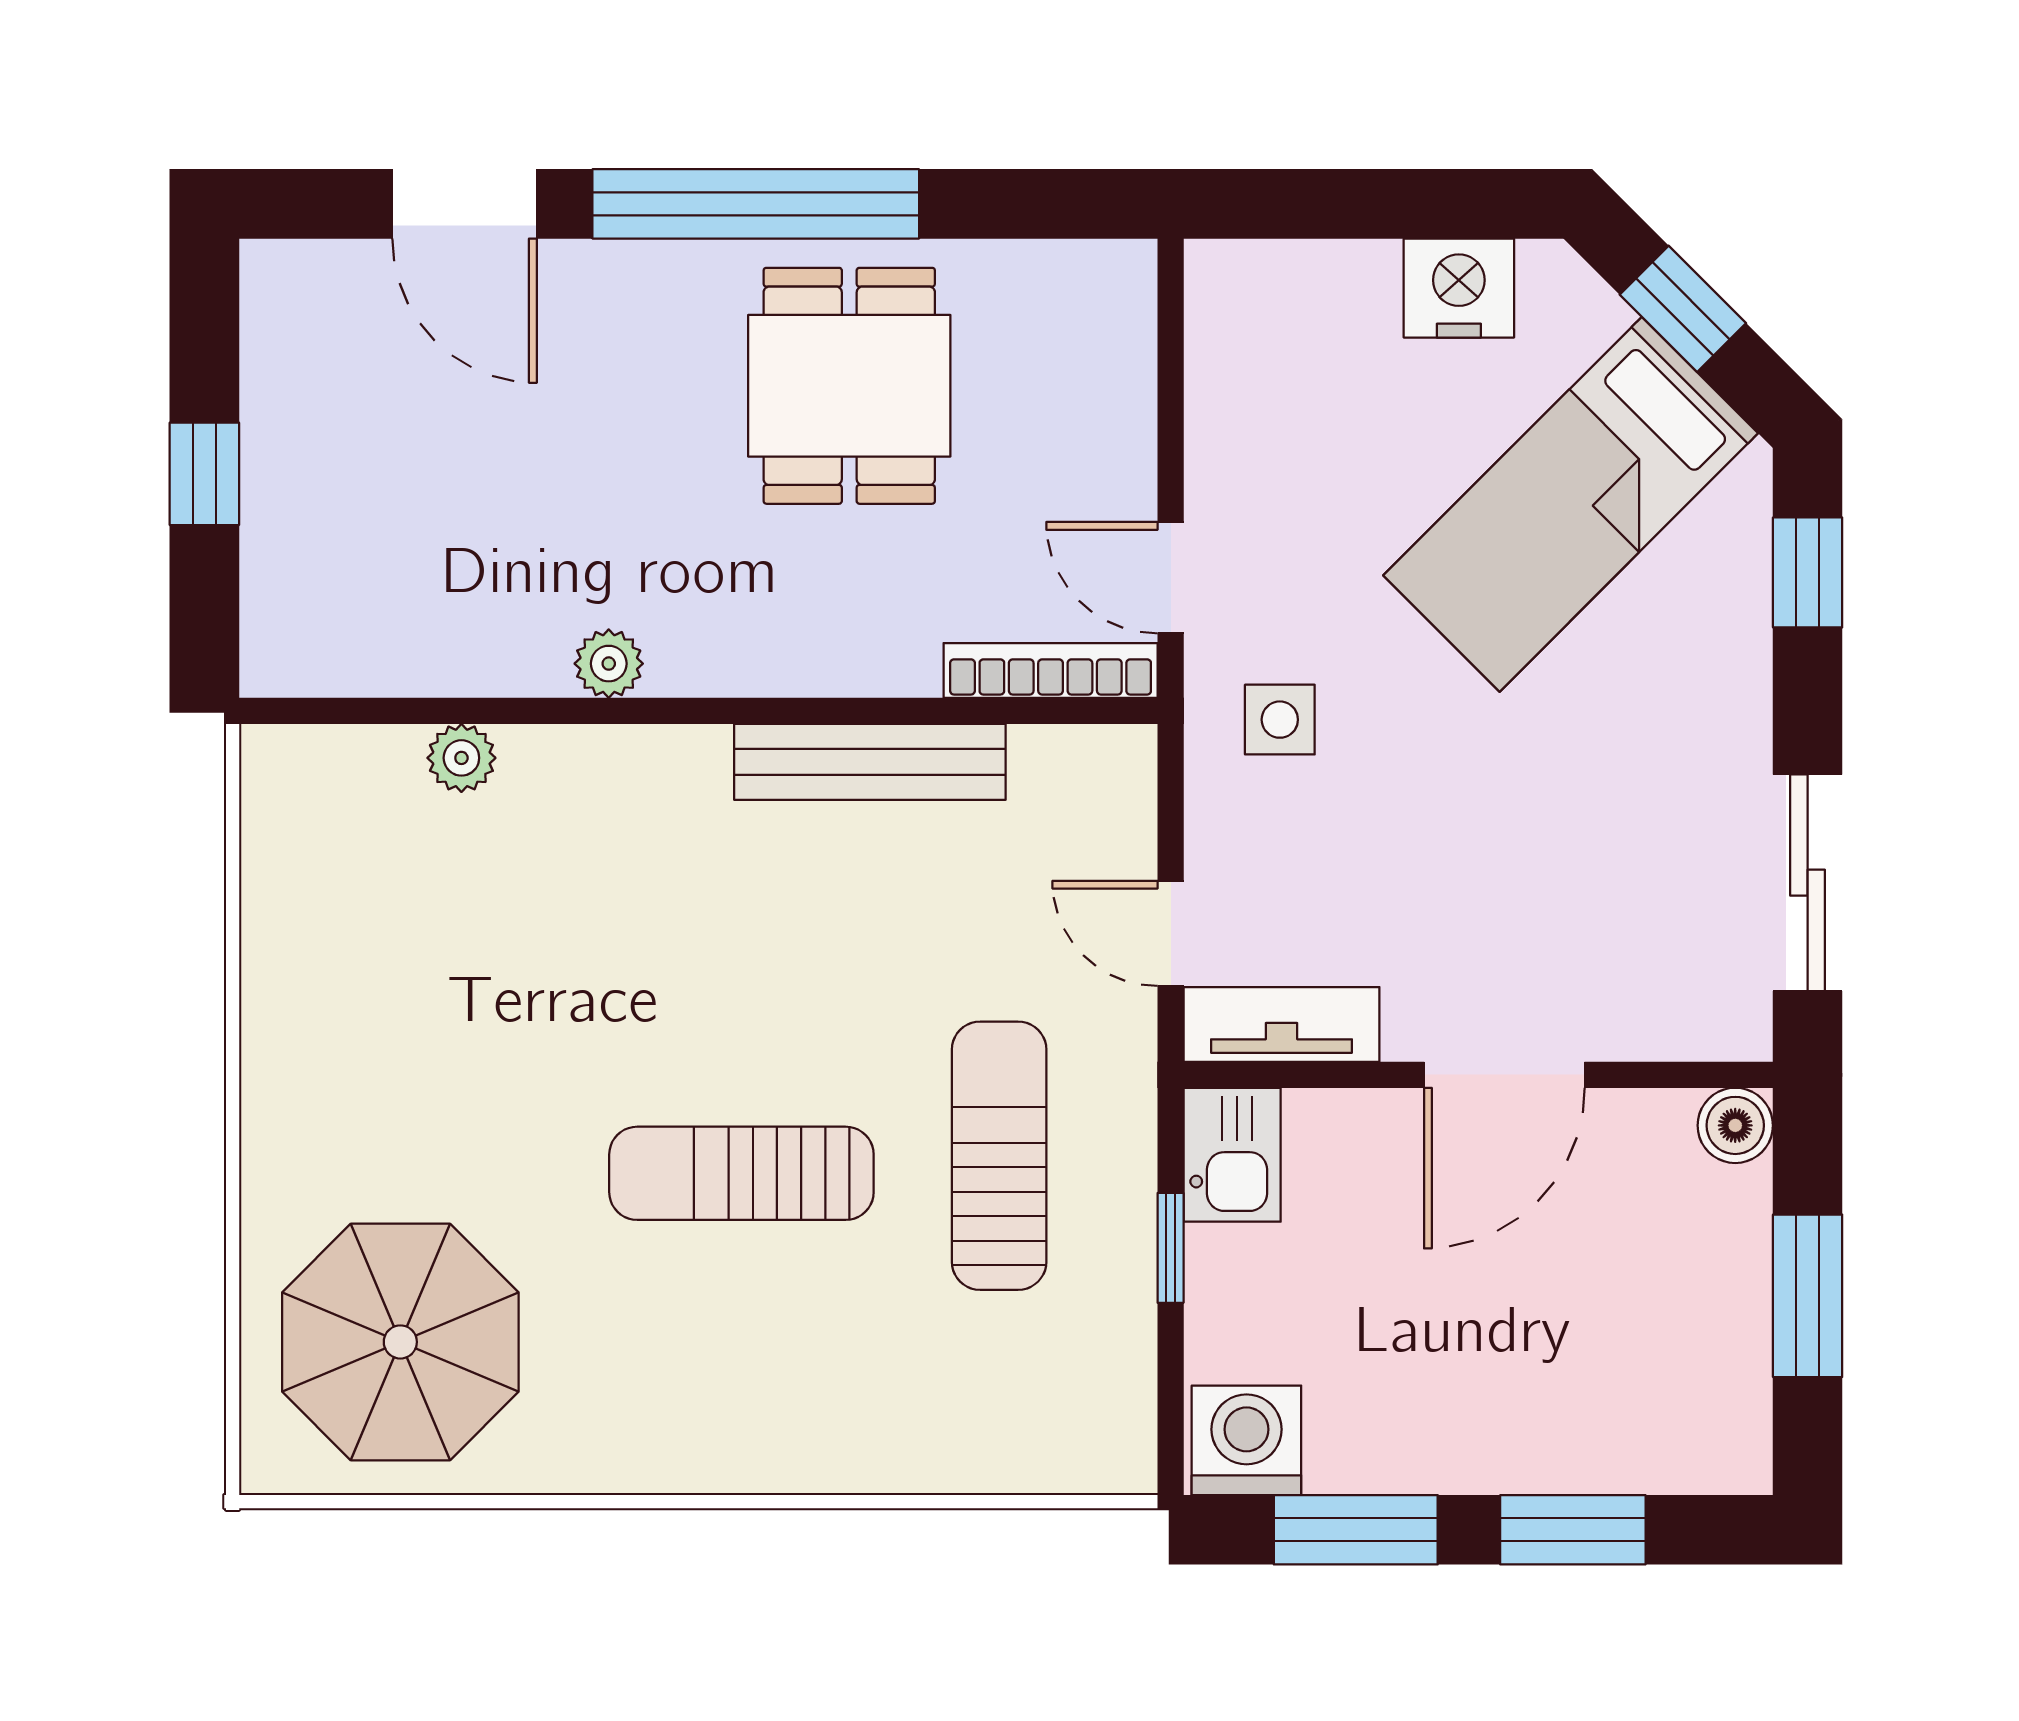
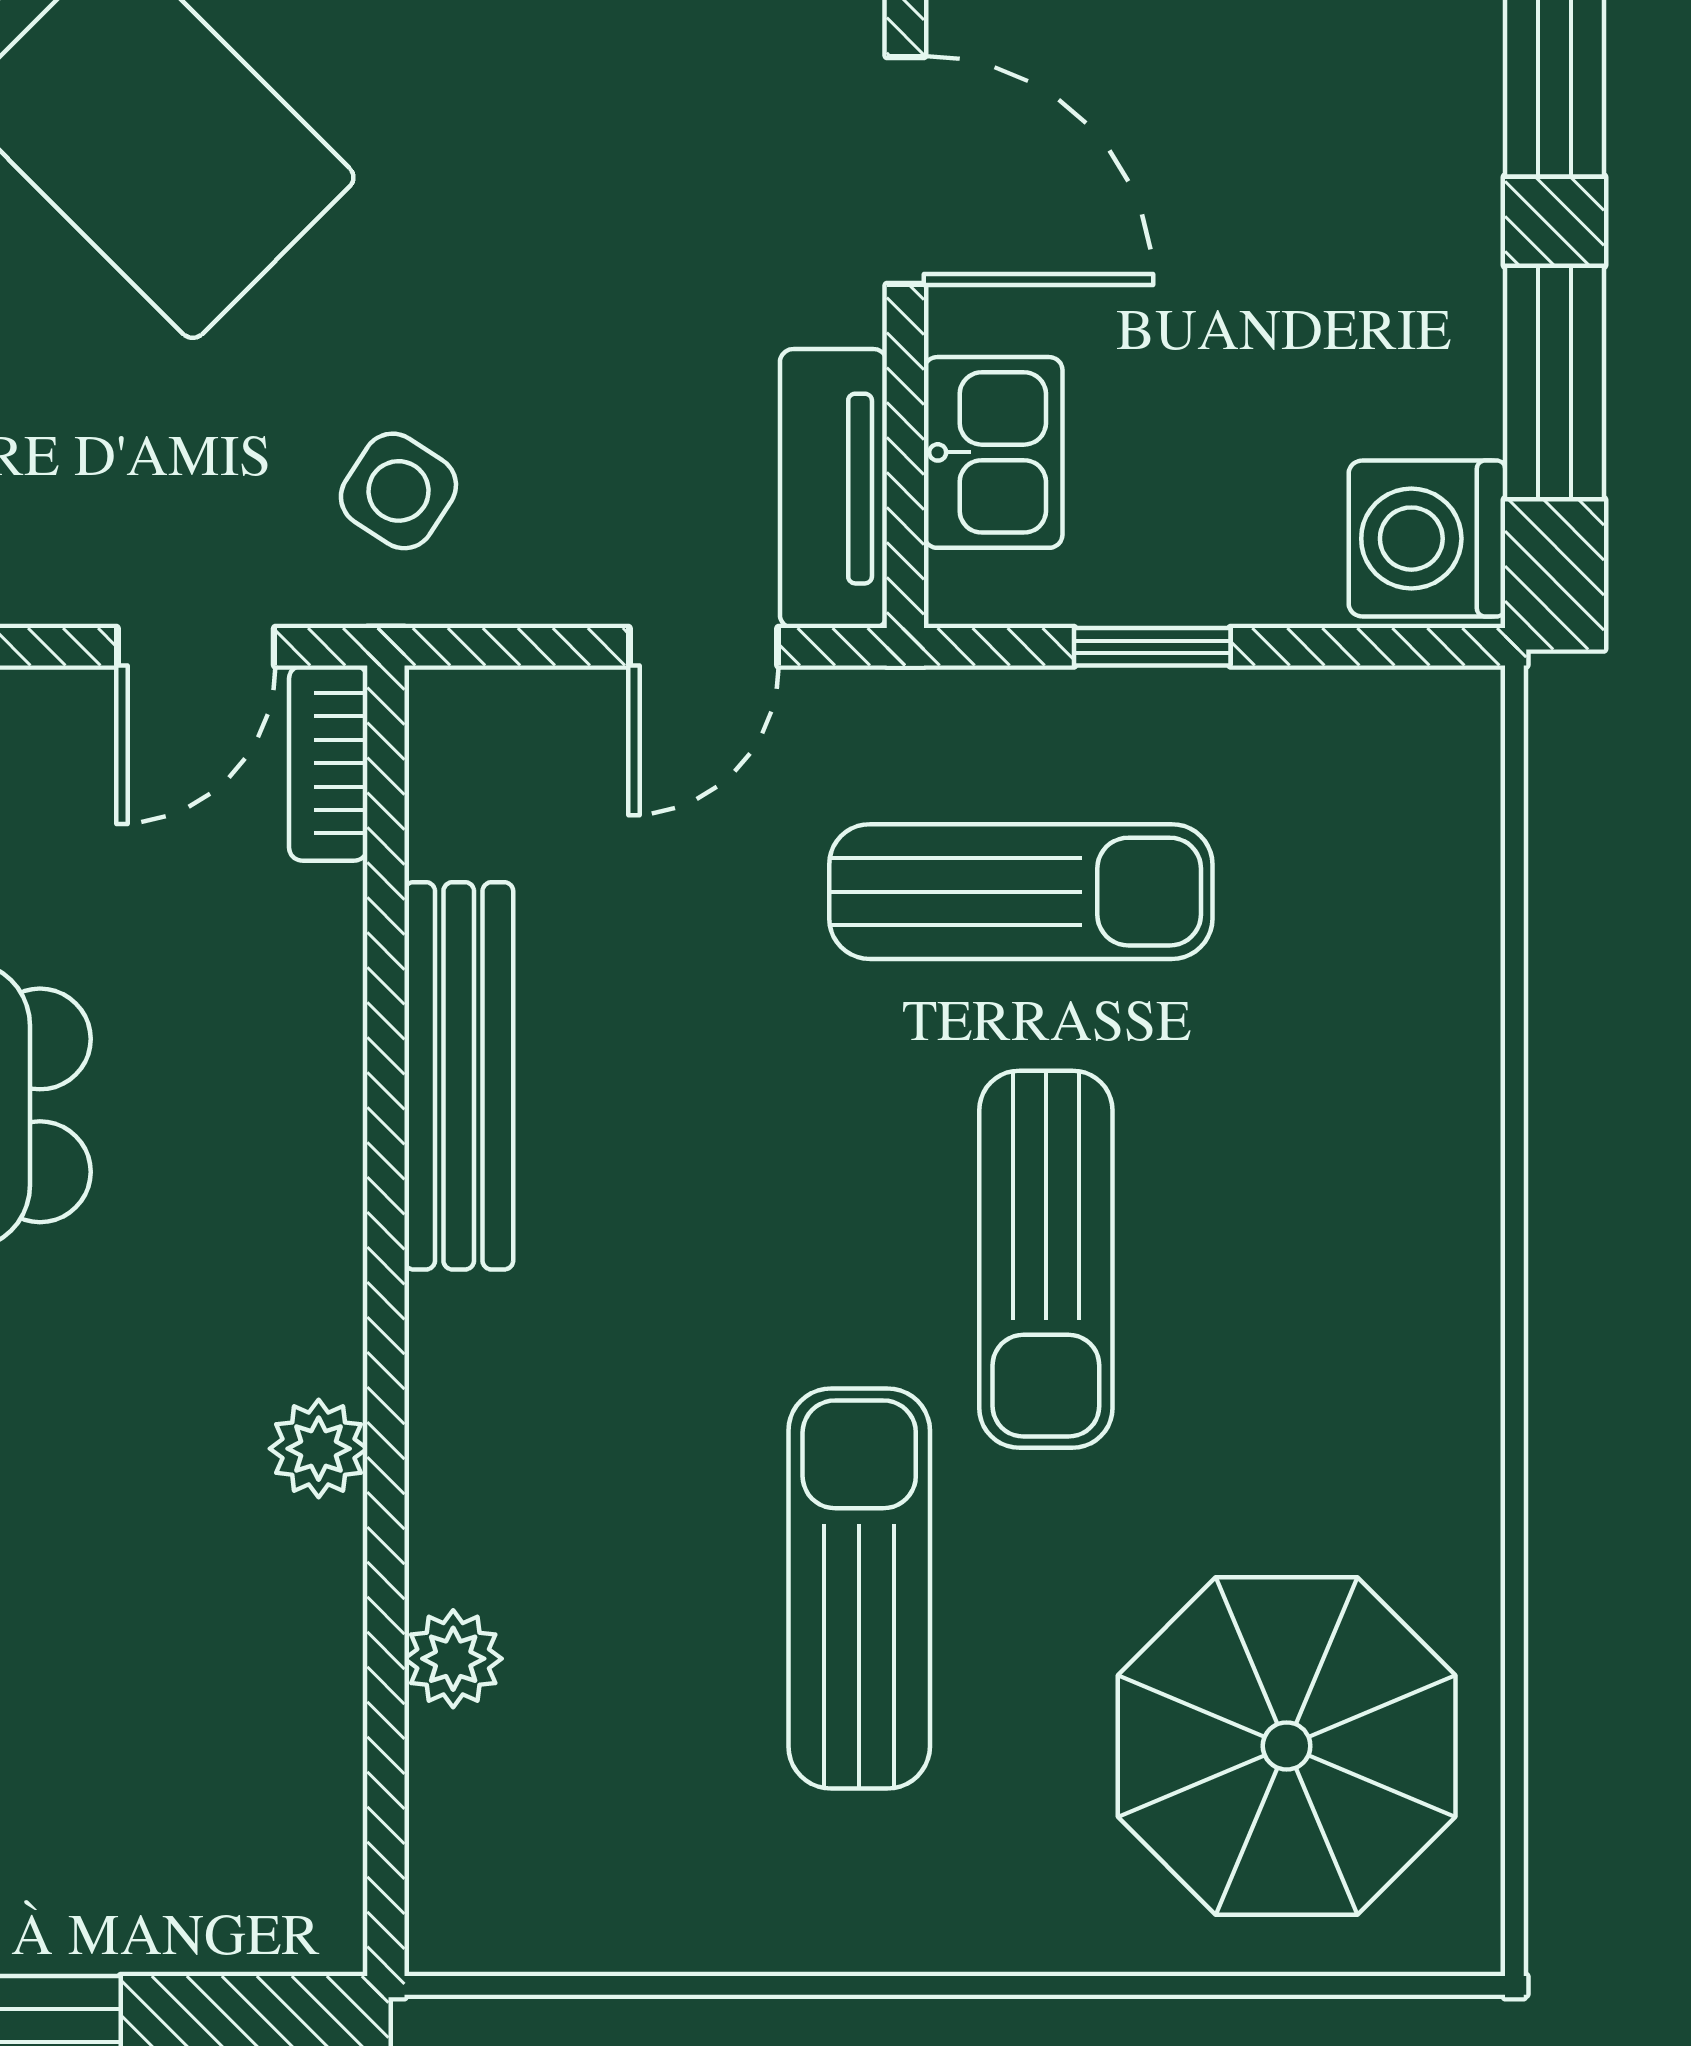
bookcase: (1051, 670) -> (328, 763), width x0.64
side table: (1280, 720) -> (398, 491), turned 33
sun lounger: (511, 1042) -> (859, 1588), added
kitchen sink: (1232, 1155) -> (993, 452), moved, turned 90
sun lounger: (999, 1156) -> (1021, 892), turned 180

